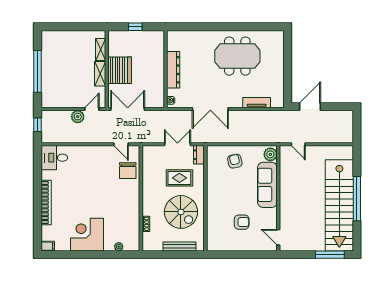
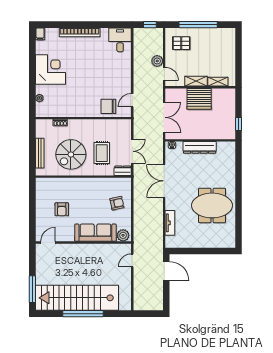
window: (135, 27) -> (238, 124), moved
meeting table: (237, 56) -> (212, 205), turned 90
pallet: (58, 90) -> (181, 43), added
double door: (128, 109) -> (164, 117), moved

